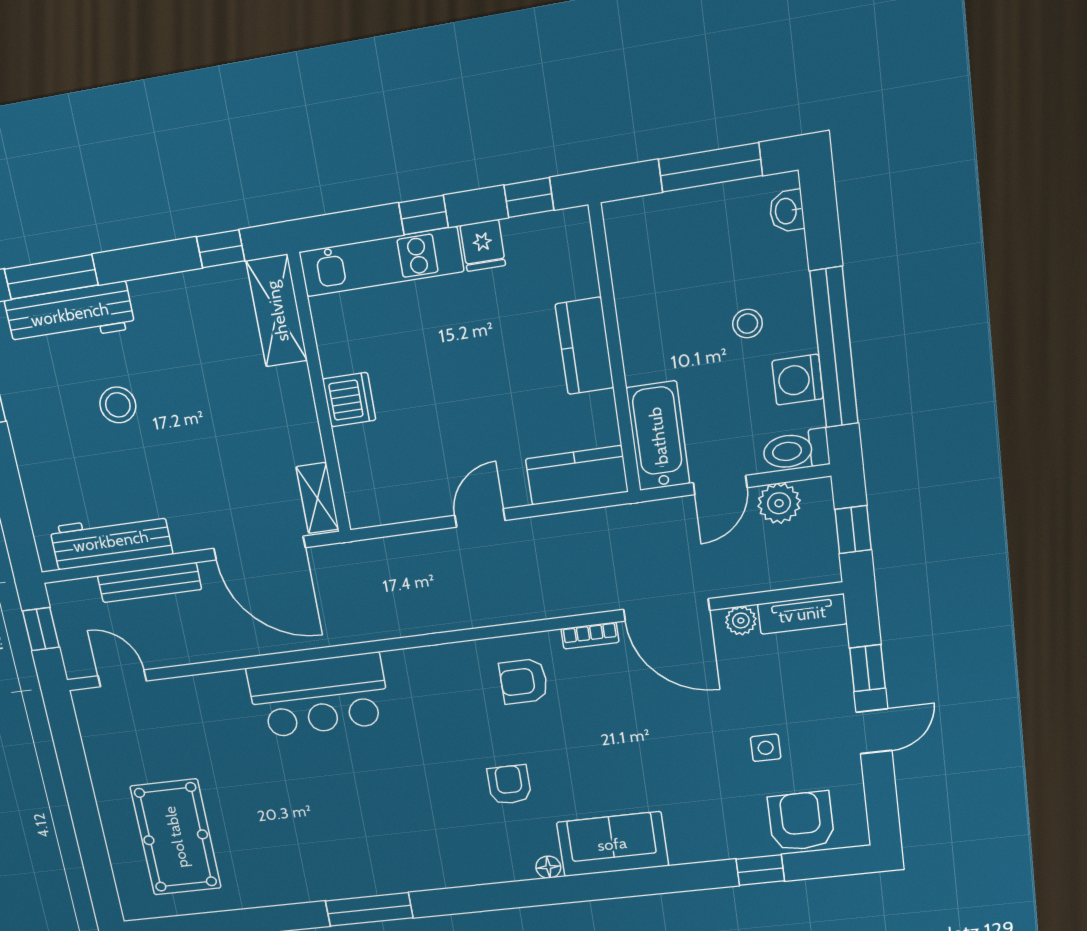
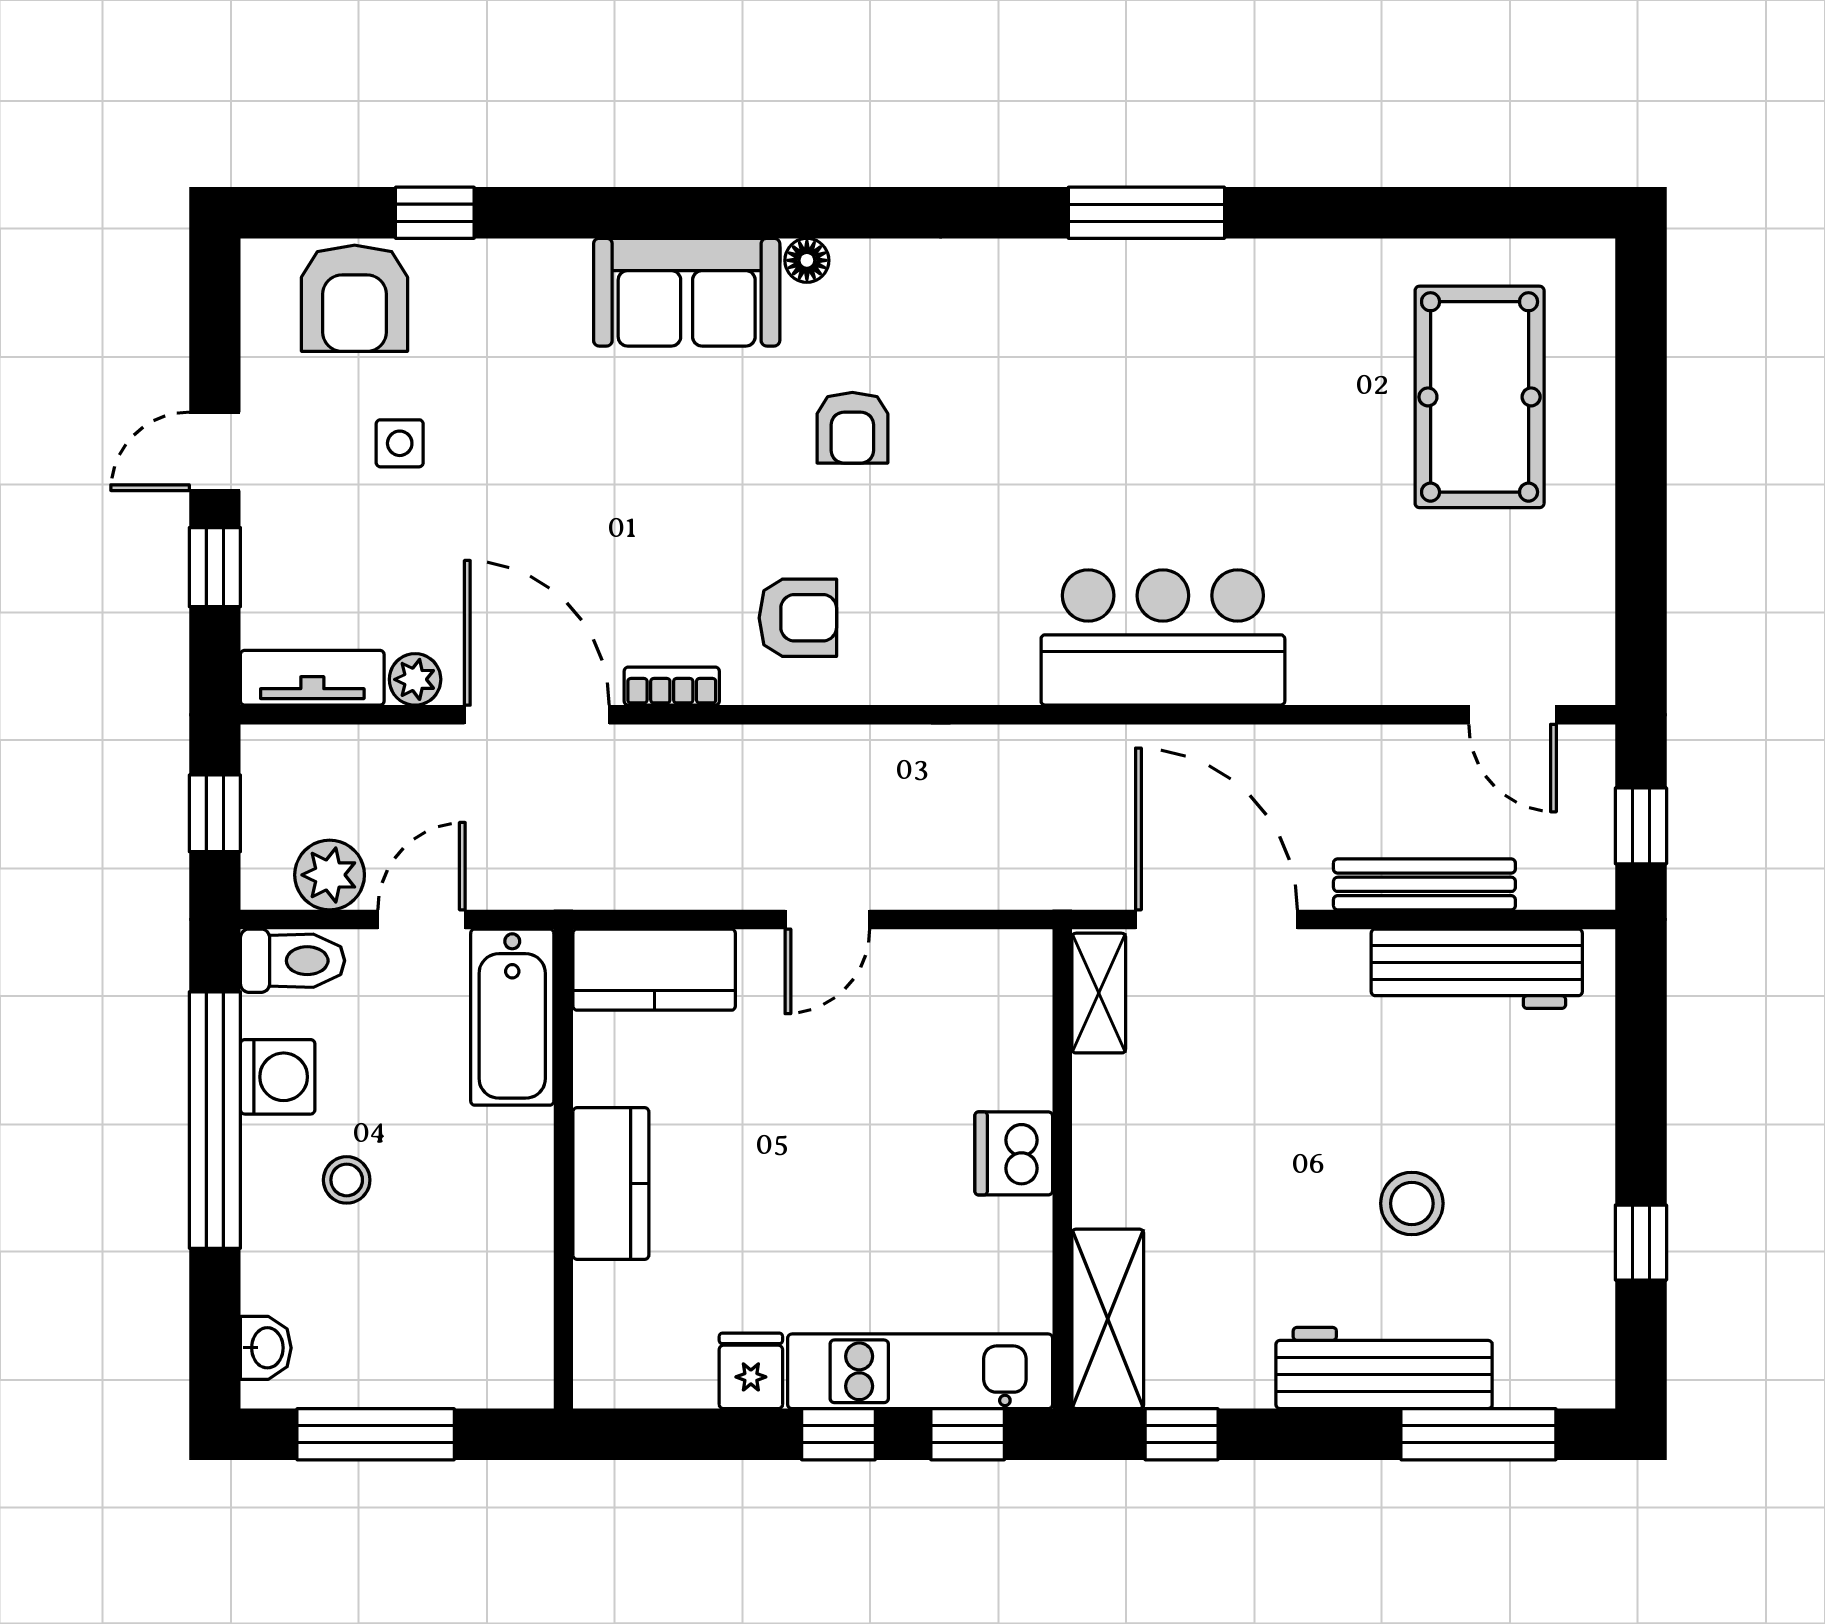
window: (529, 198) -> (968, 1434), moved
workbench: (70, 314) -> (1384, 1368), moved

